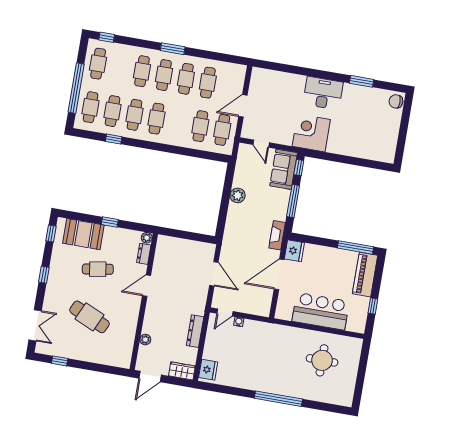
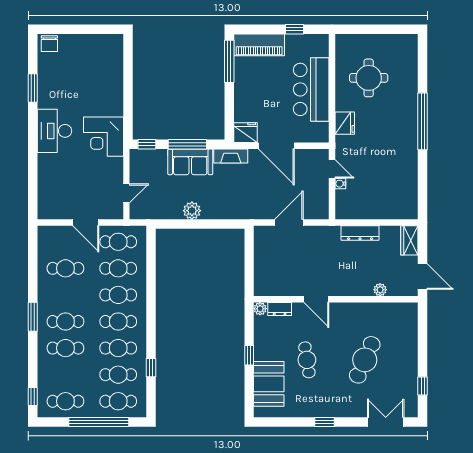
cafe table: (186, 79) -> (118, 295), moved
sofa: (284, 169) -> (190, 162), moved
window: (51, 234) -> (275, 422), removed
door: (225, 312) -> (332, 169), moved
fridge: (208, 370) -> (345, 123), moved, turned 90

